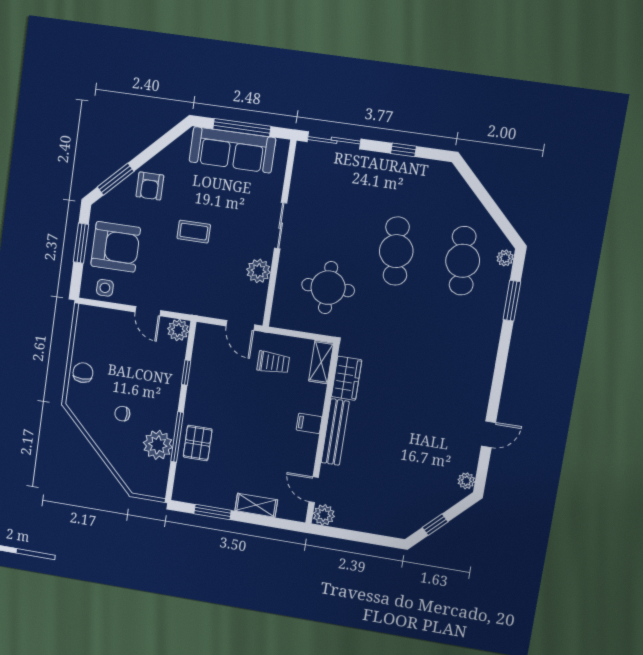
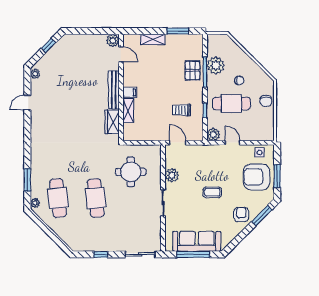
shelving: (321, 362) -> (128, 110), moved
trolley: (273, 363) -> (181, 110), moved
cafe table: (141, 377) -> (231, 104), added

